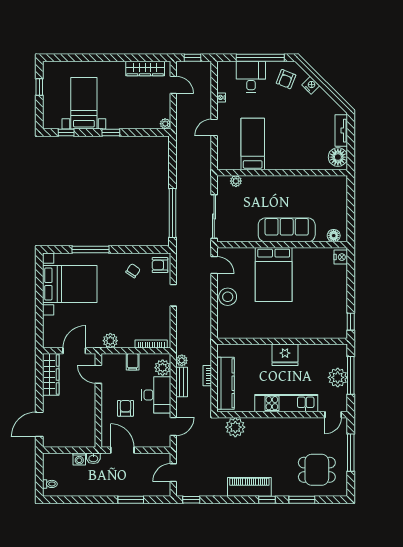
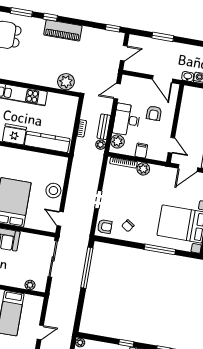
plant: (110, 341) -> (143, 169), moved
kitchen counter: (225, 383) -> (47, 142), moved, turned 90

